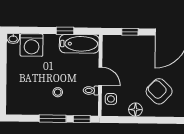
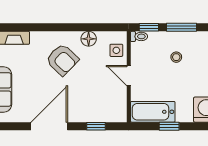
toilet: (91, 90) -> (139, 36), moved

